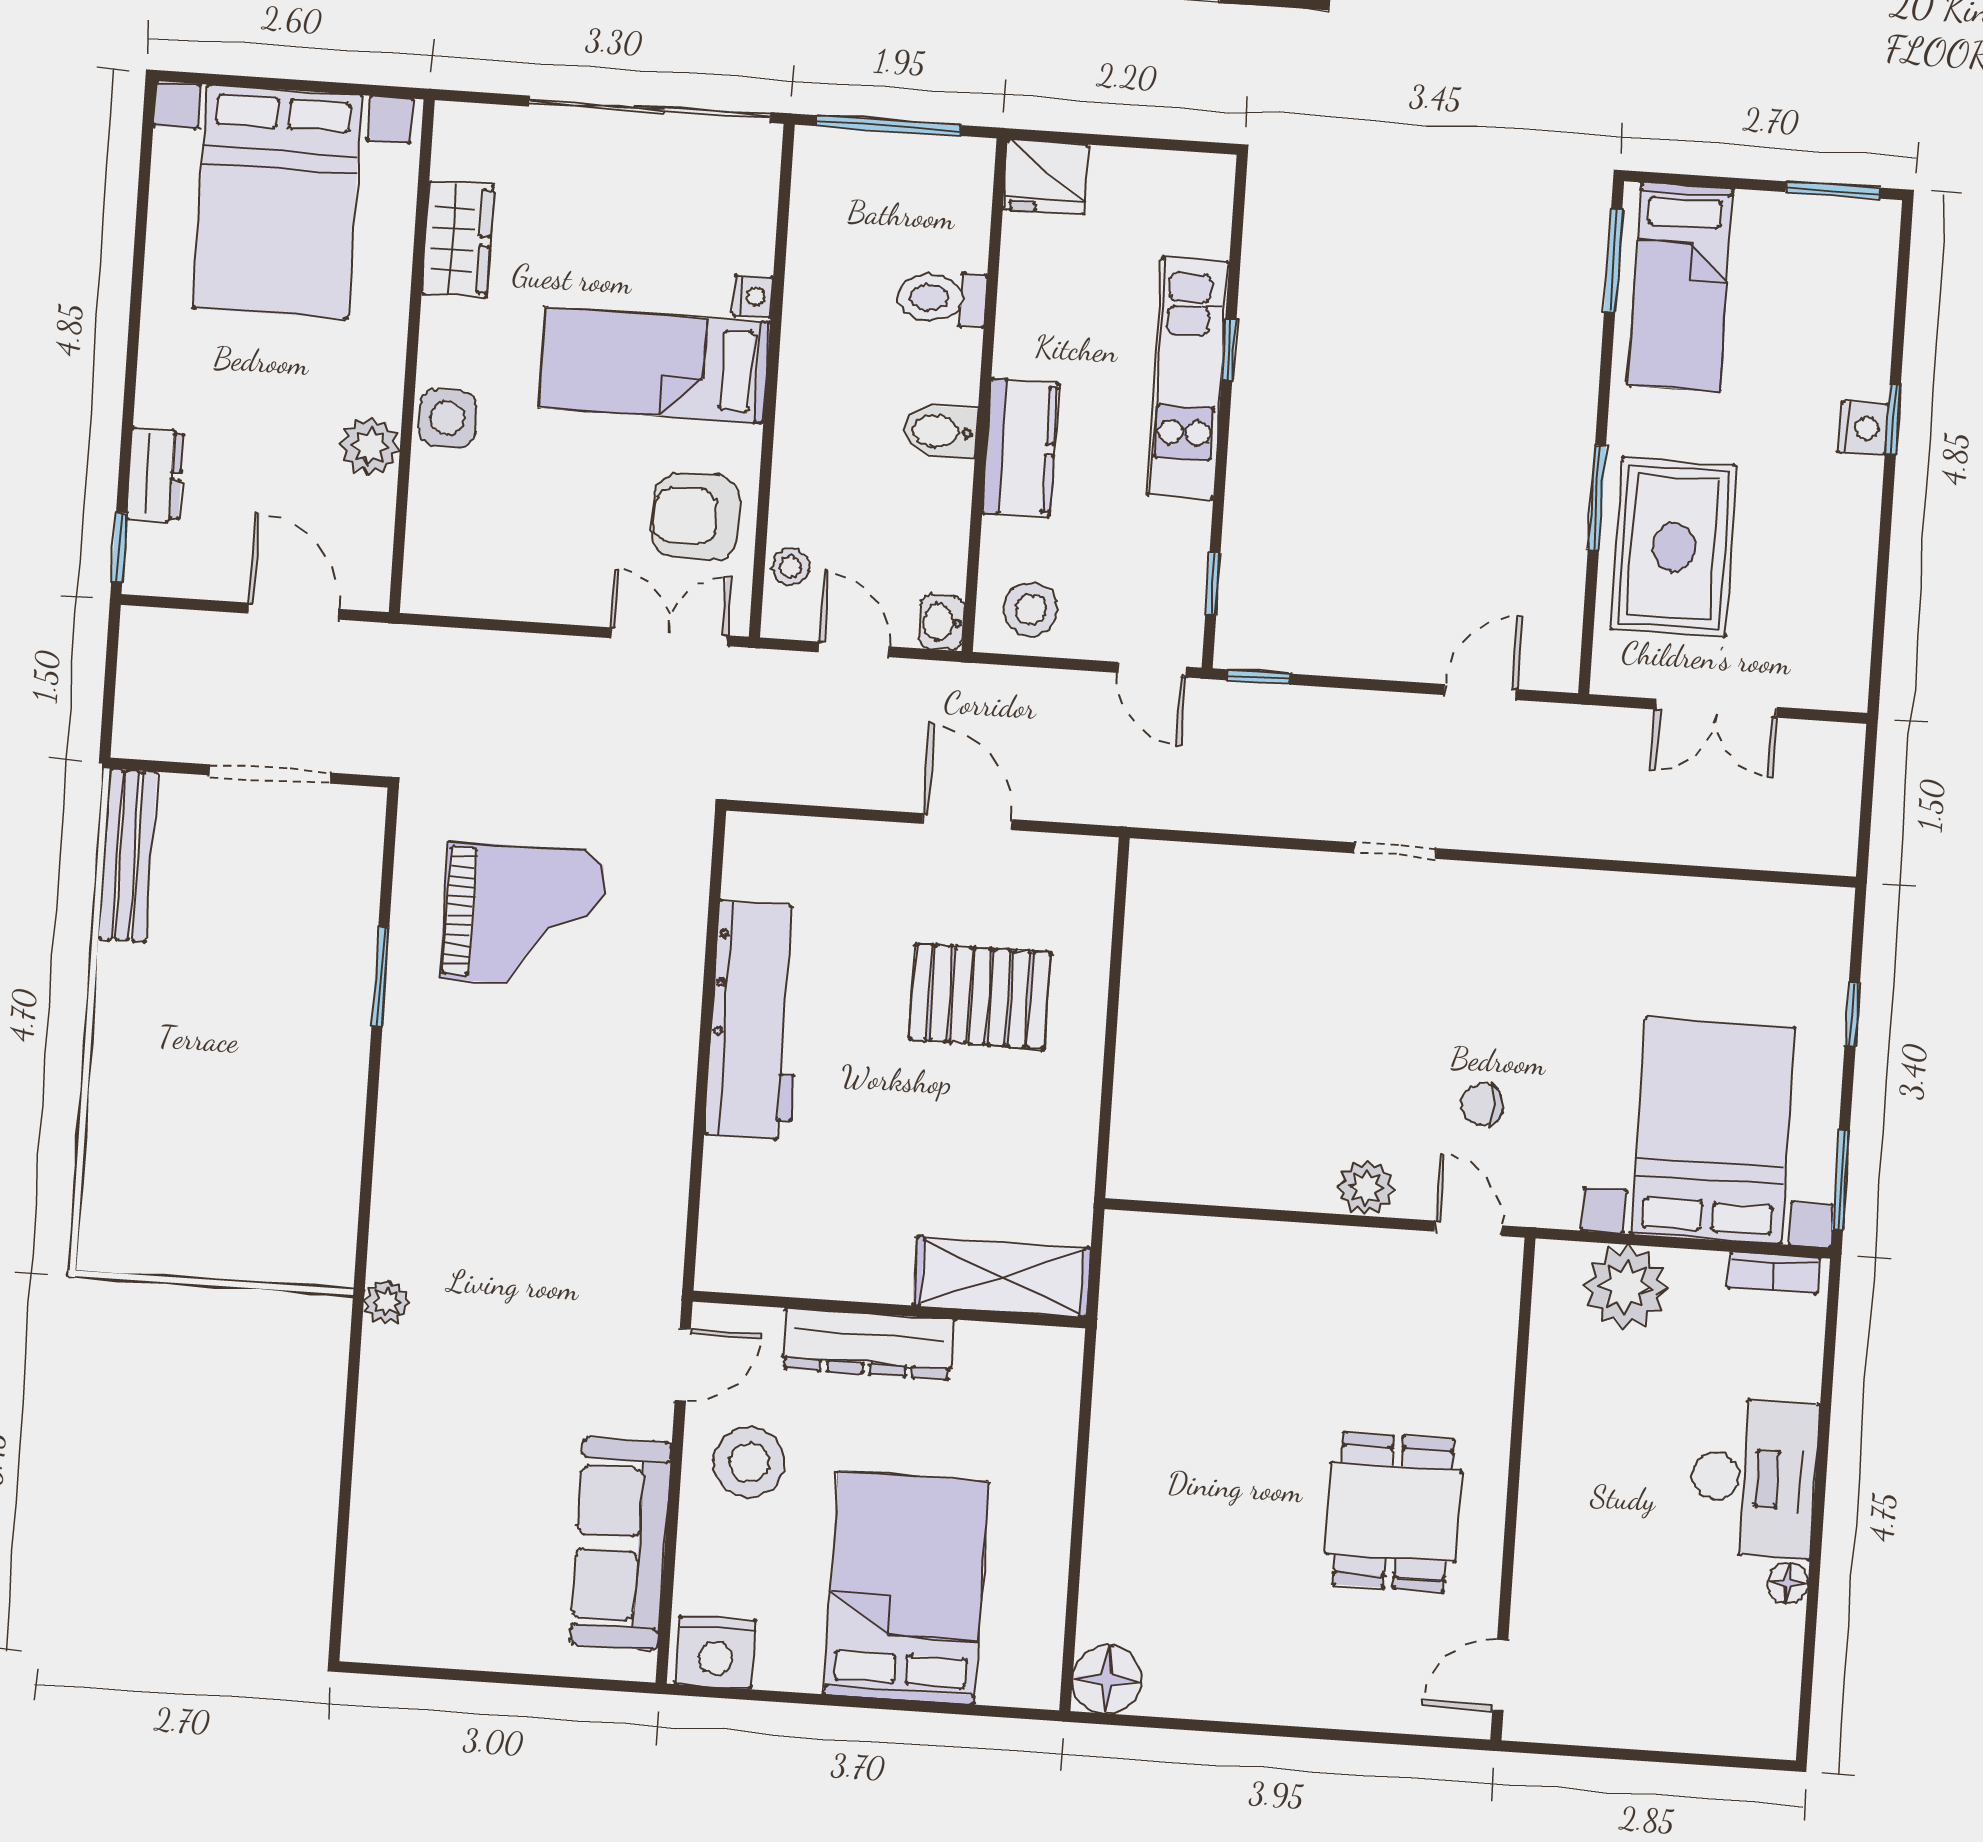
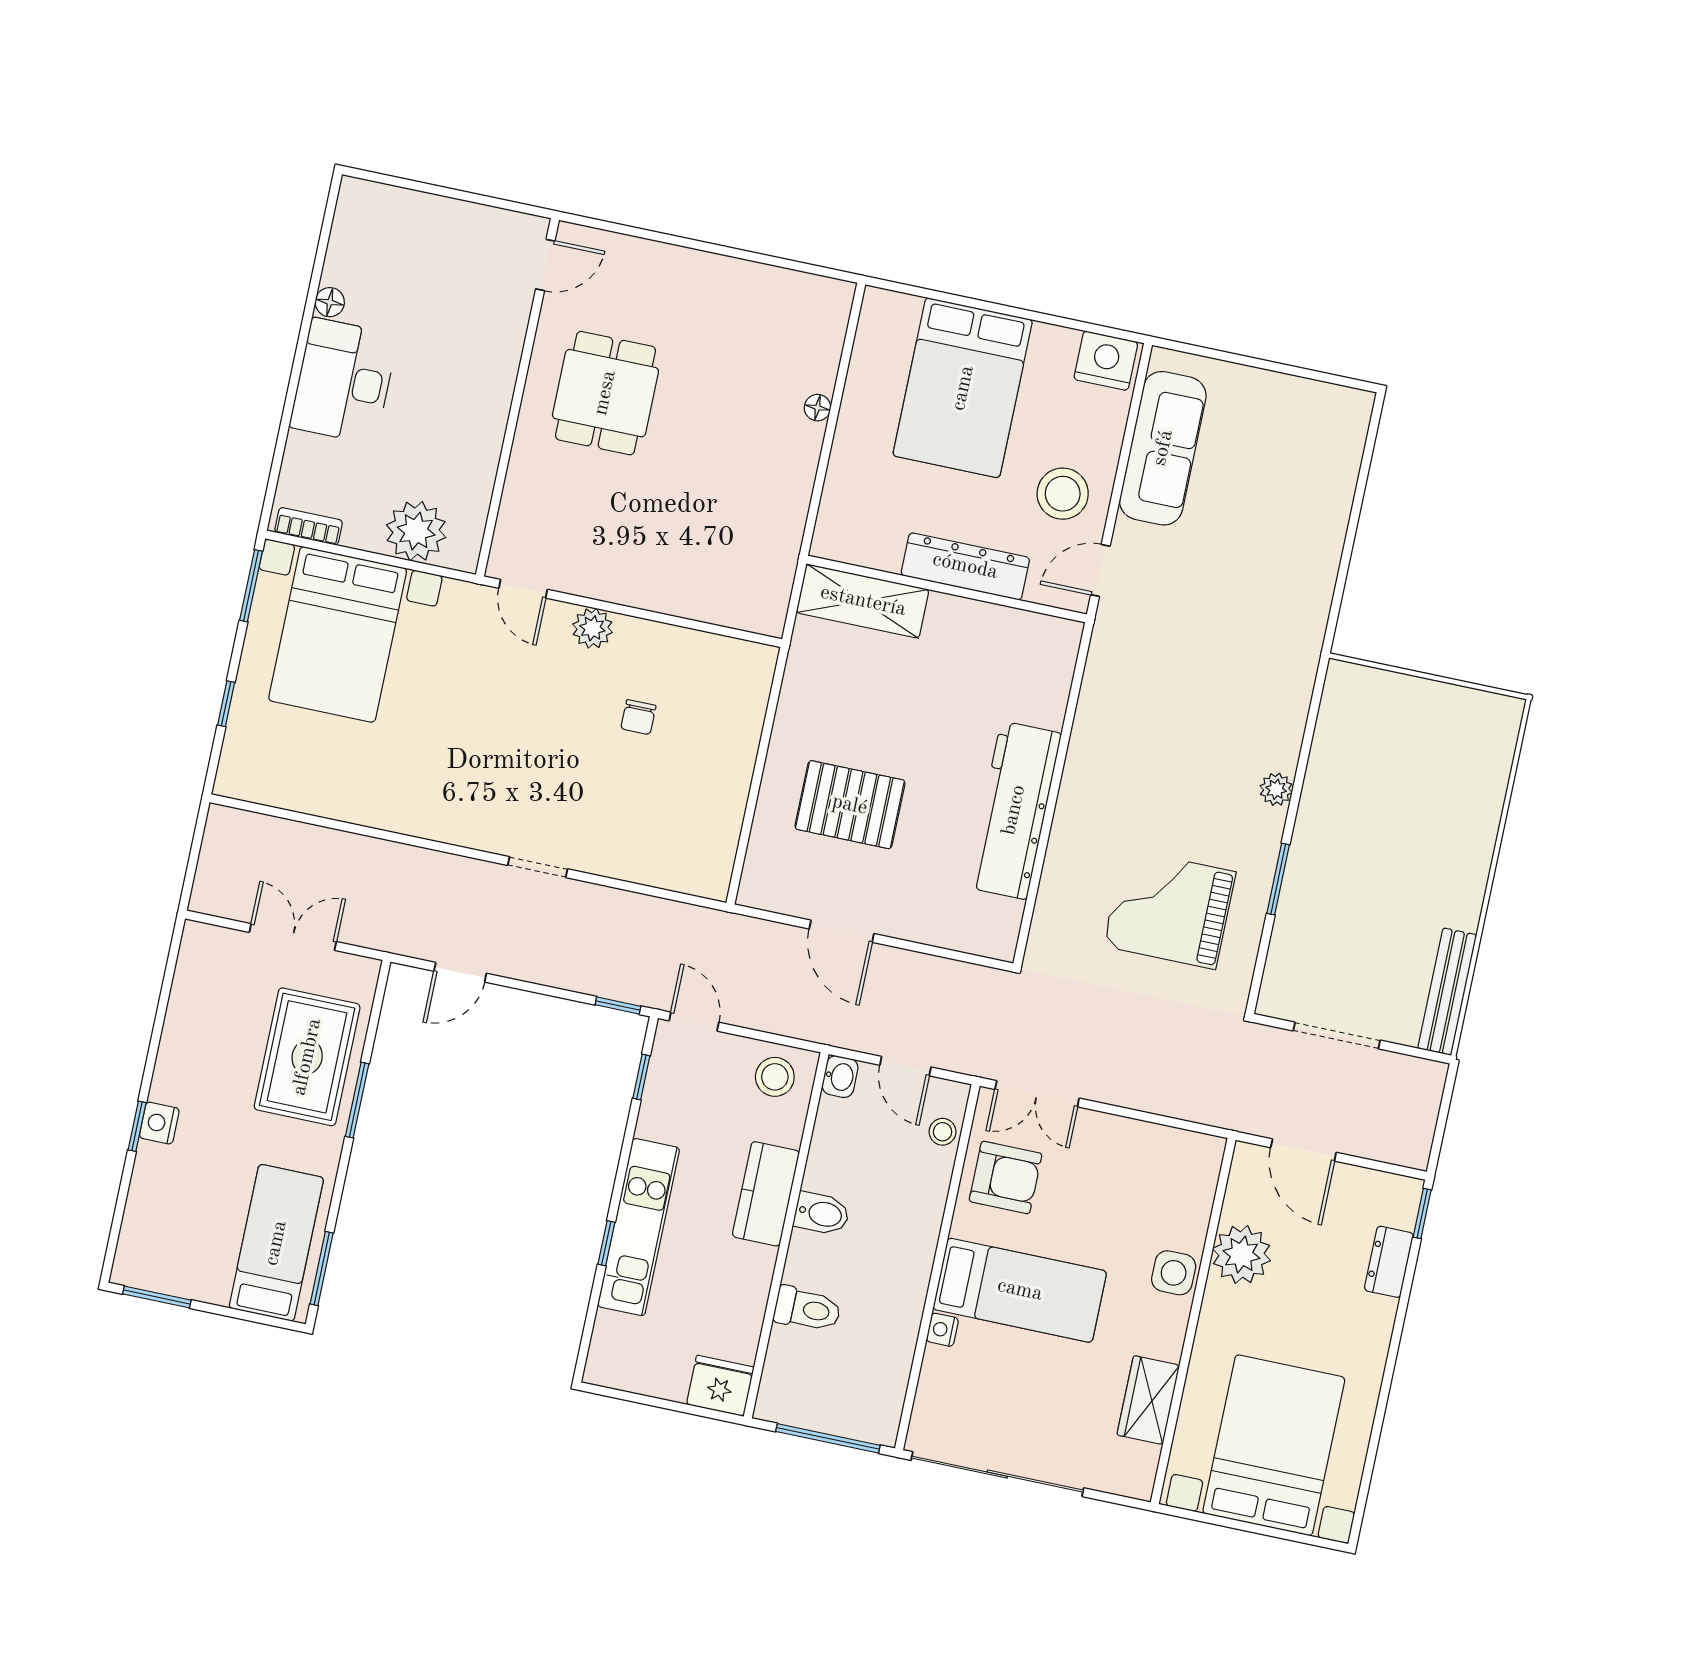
plant: (370, 446) -> (1242, 1255), width x1.36, depth x1.36
chair: (1482, 1104) -> (638, 717), moved, turned 90
plant: (387, 1302) -> (1276, 789), moved
floor lamp: (1107, 1679) -> (817, 408), moved, width x0.53, depth x0.53

